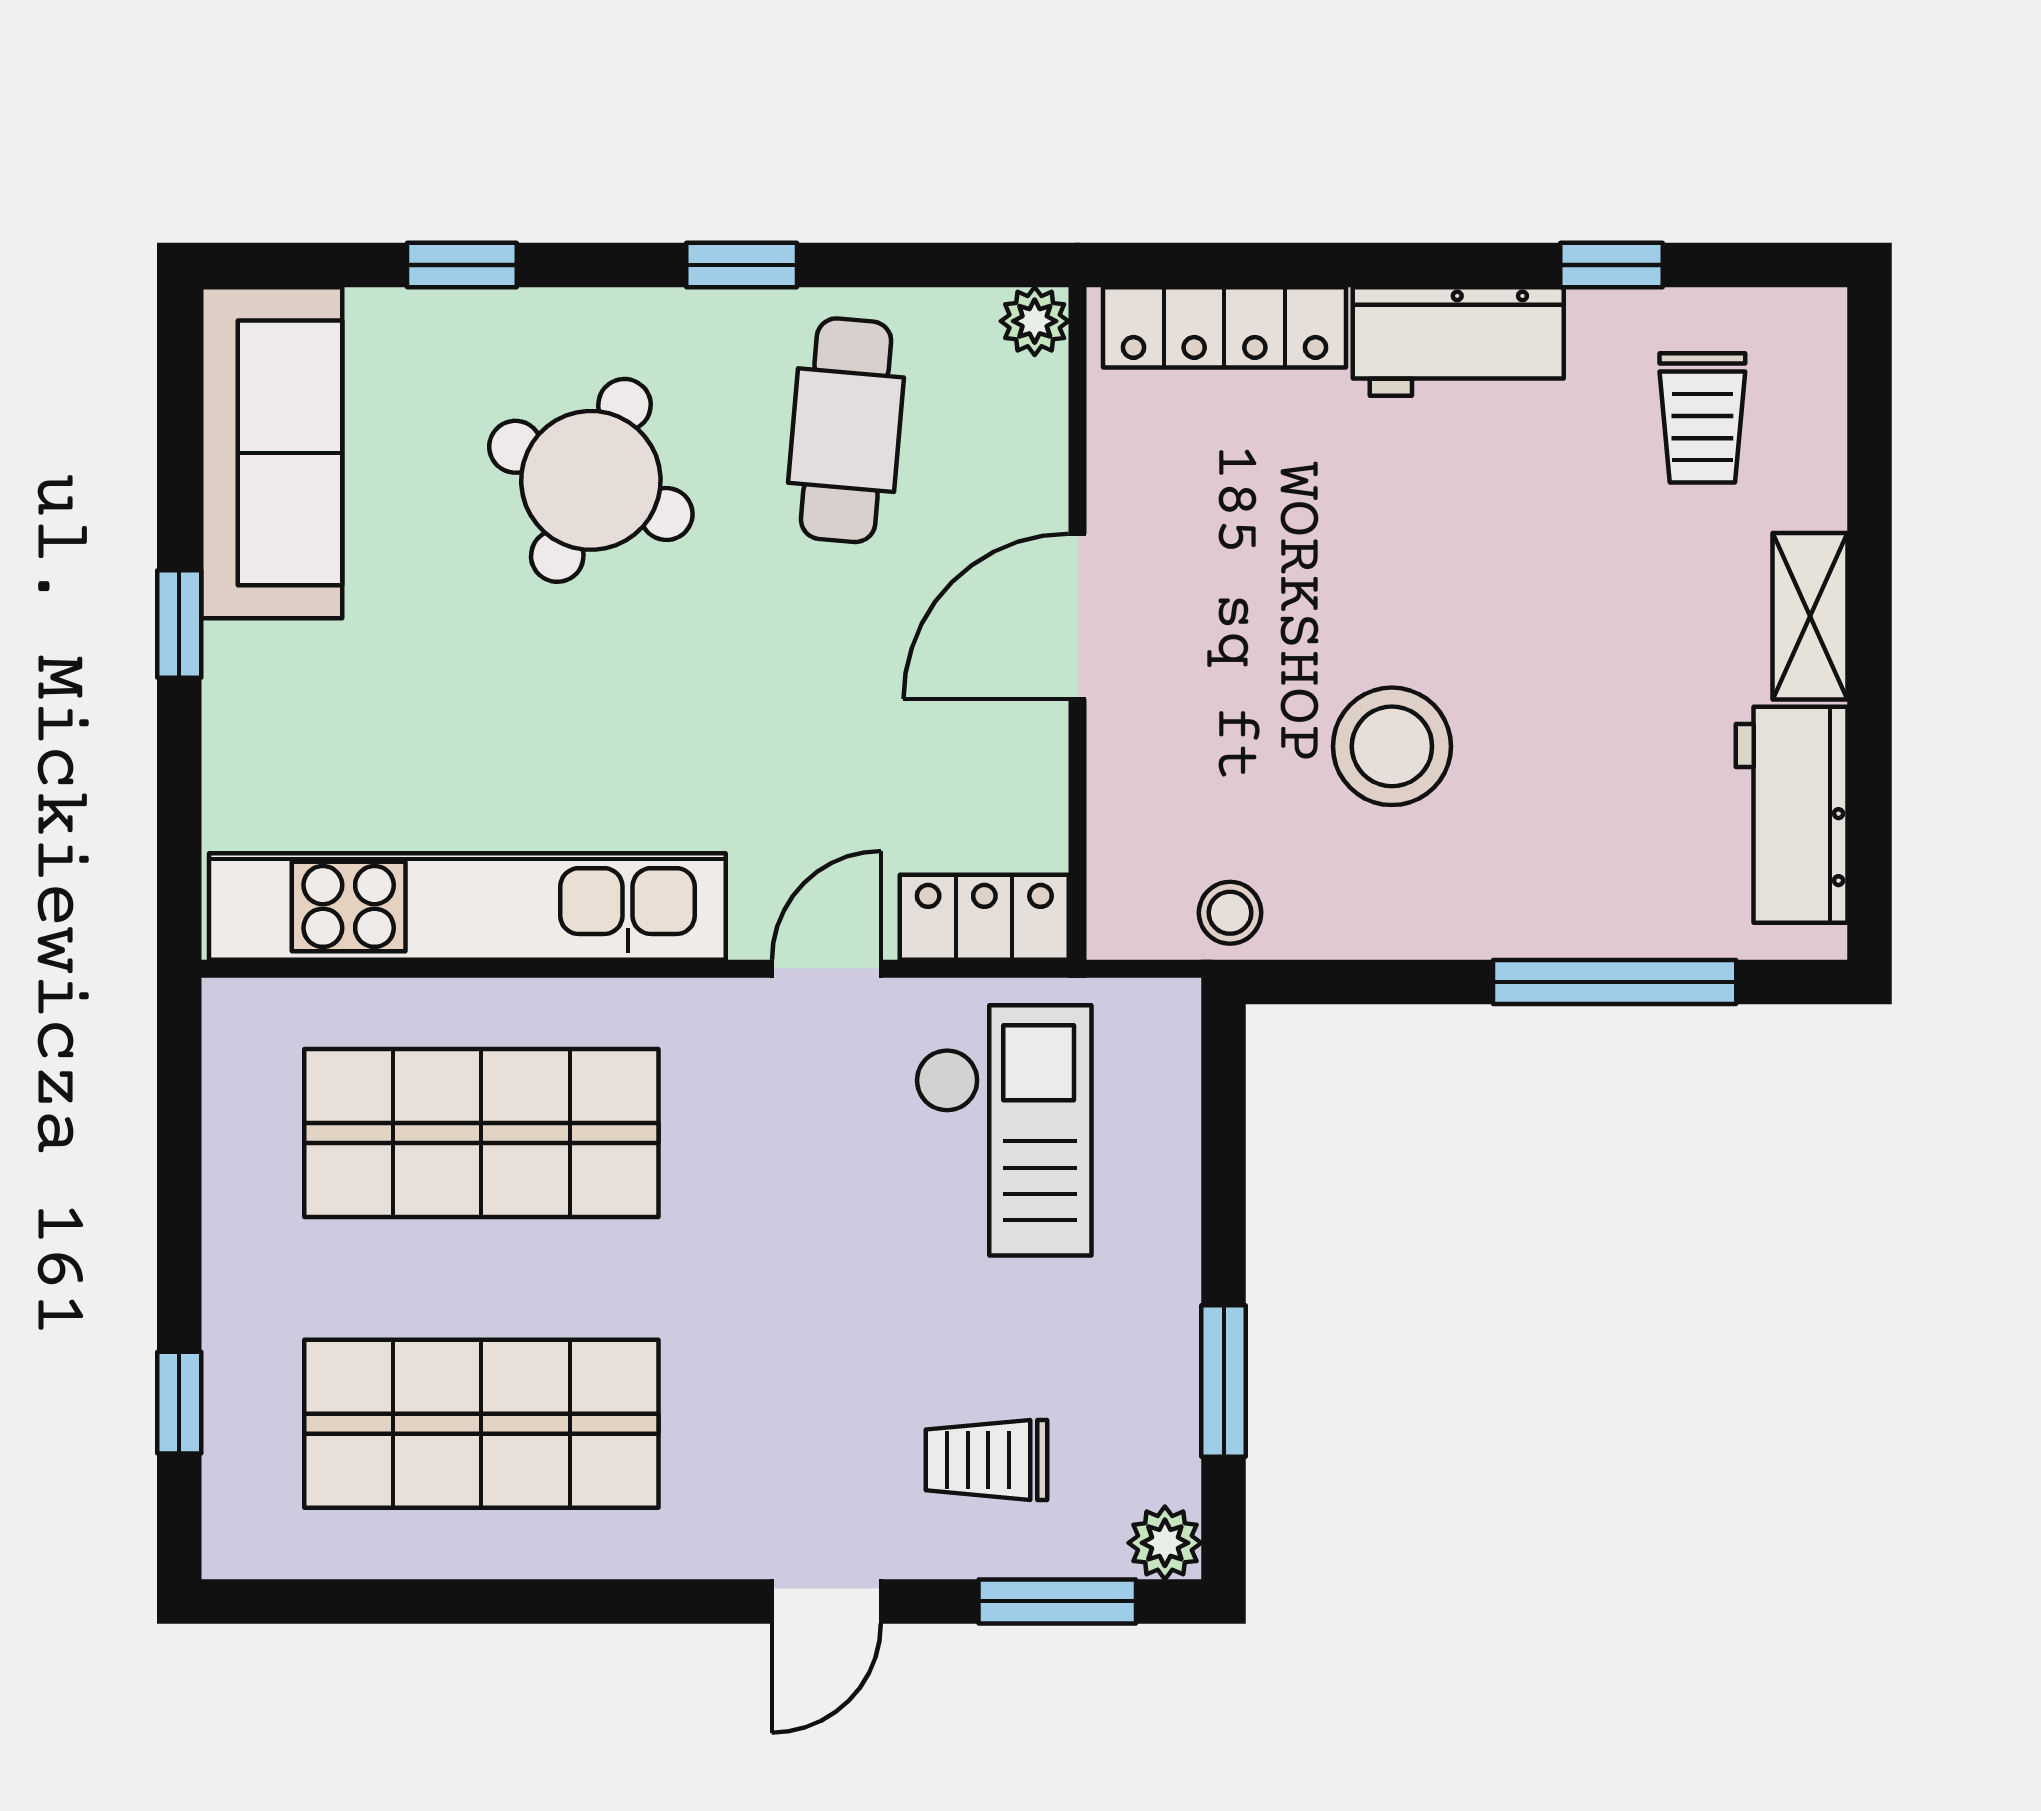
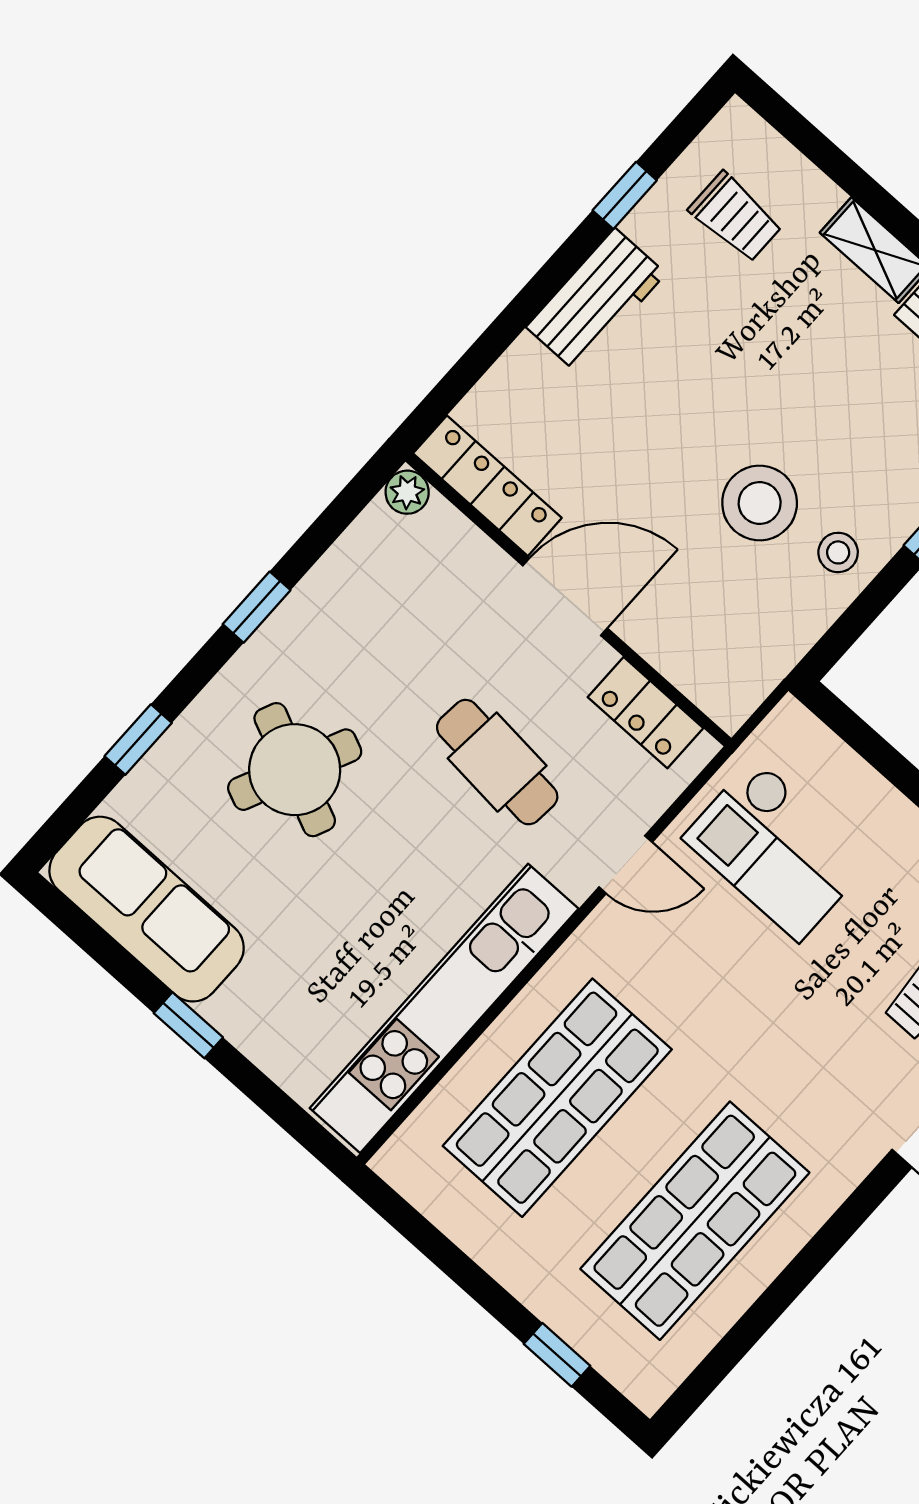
locker: (1224, 327) -> (487, 486), moved, turned -90
cafe table: (846, 430) -> (497, 762), moved
door: (1078, 616) -> (565, 597), swing flipped
stool: (1230, 913) -> (838, 552), moved
locker: (984, 917) -> (645, 713), moved, turned -90
door: (827, 969) -> (626, 865), swing flipped
checkout: (1003, 1130) -> (777, 849), turned 180

